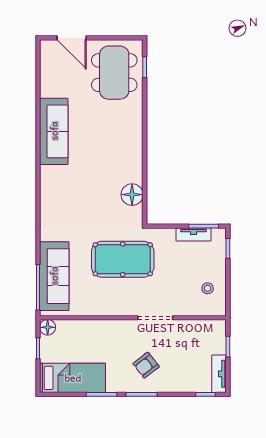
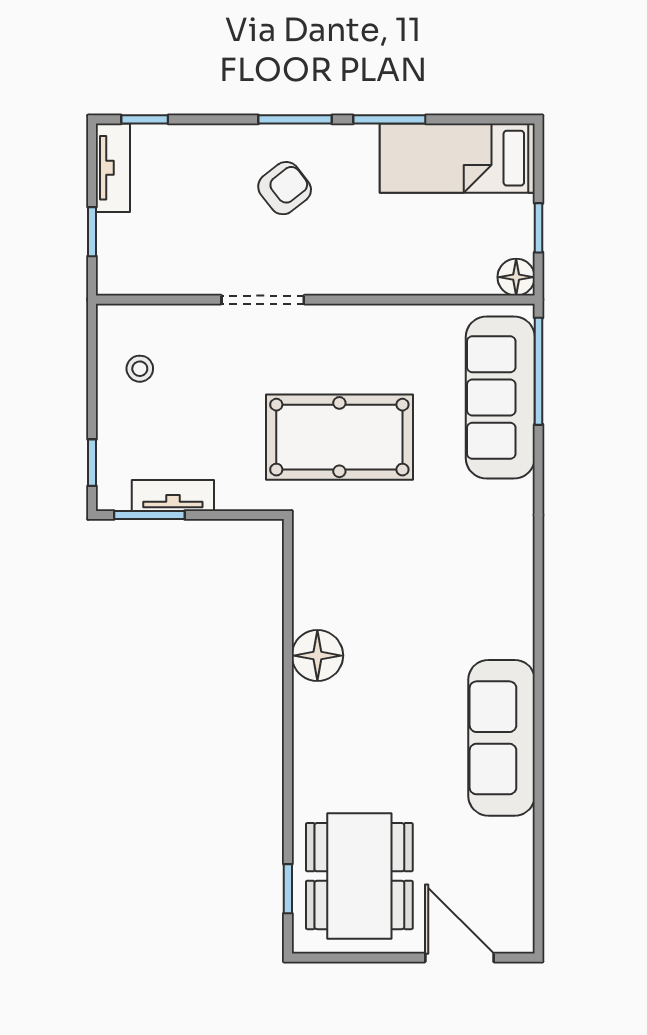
floor lamp: (132, 195) -> (317, 656), moved

